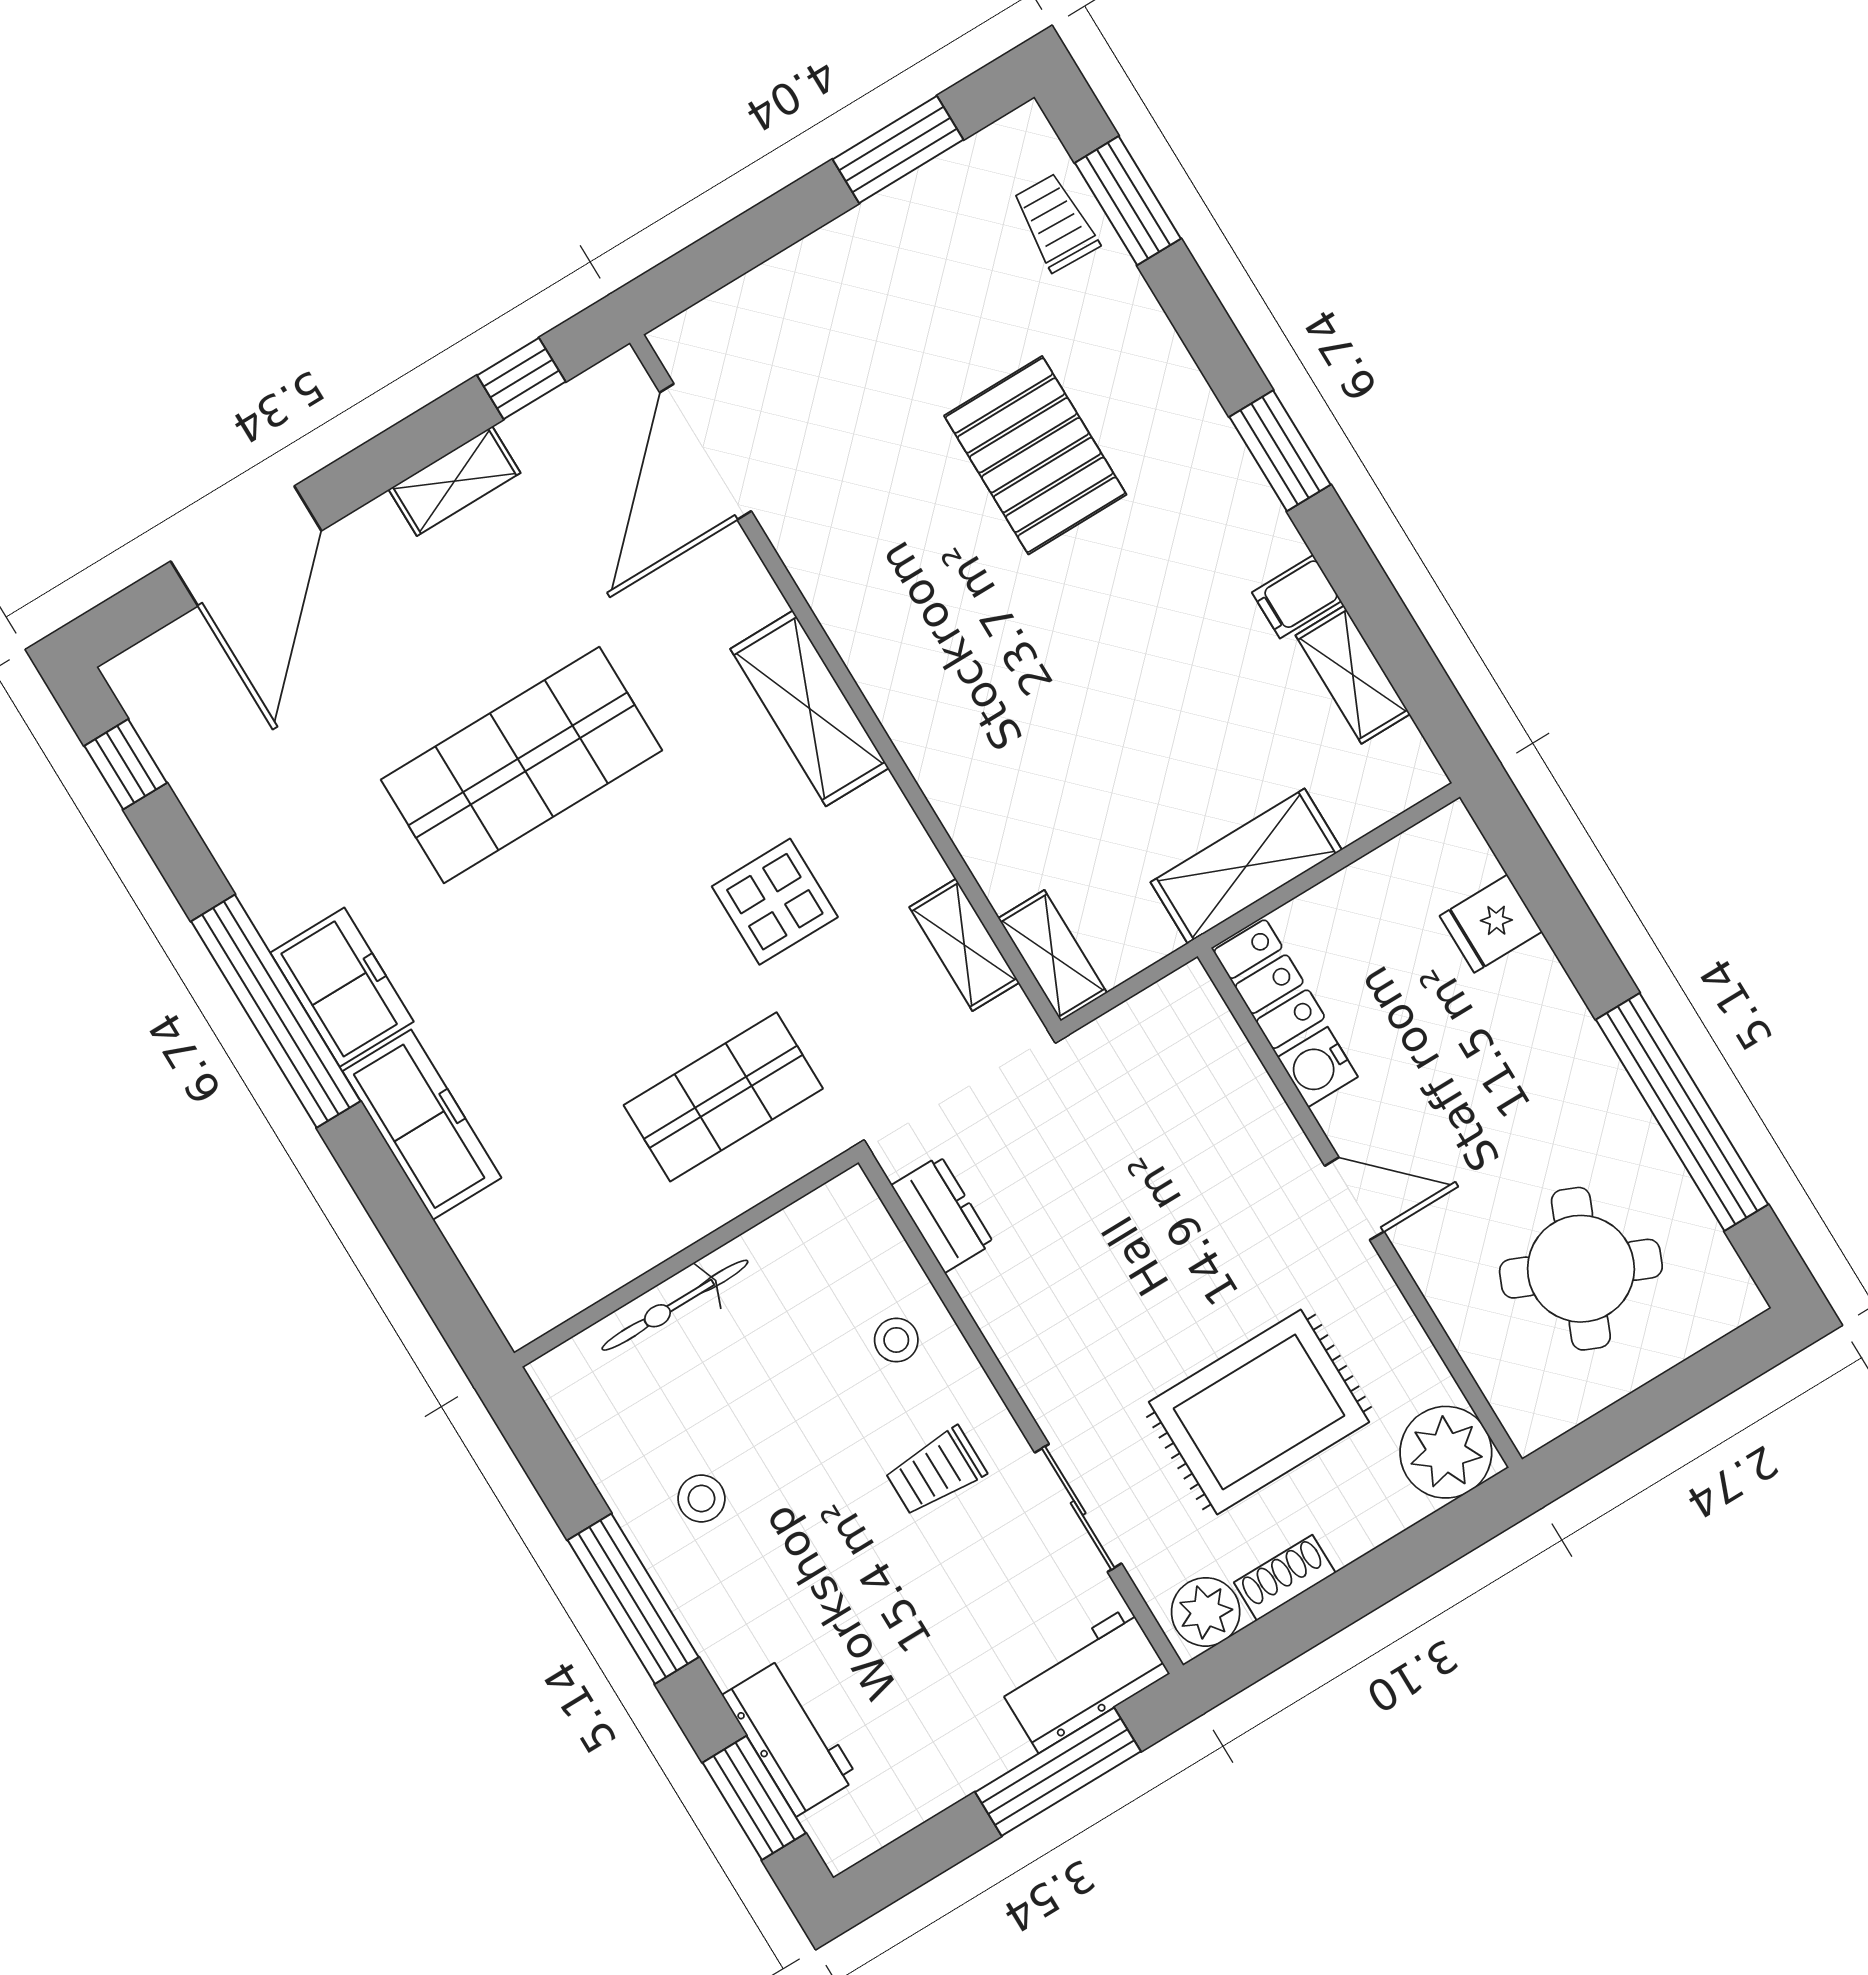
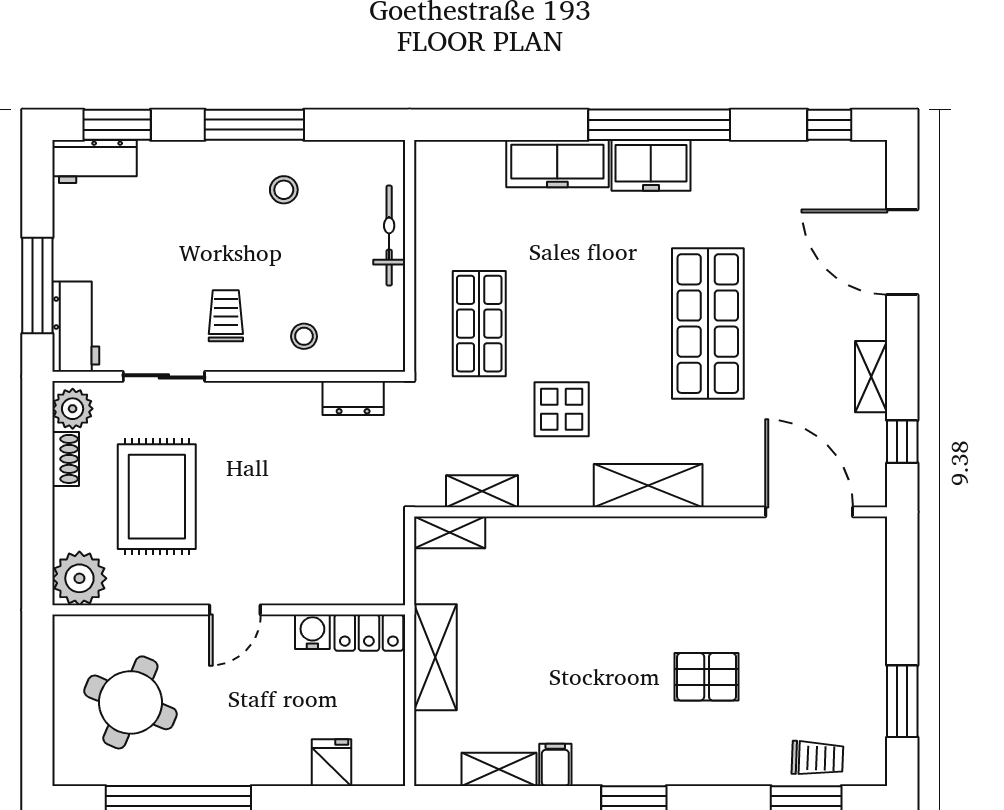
pallet: (1035, 455) -> (707, 677), width x0.67, depth x0.71
workbench: (790, 1737) -> (95, 162), moved

